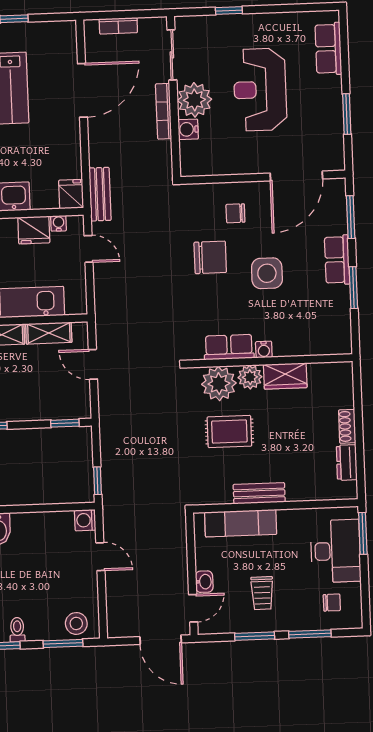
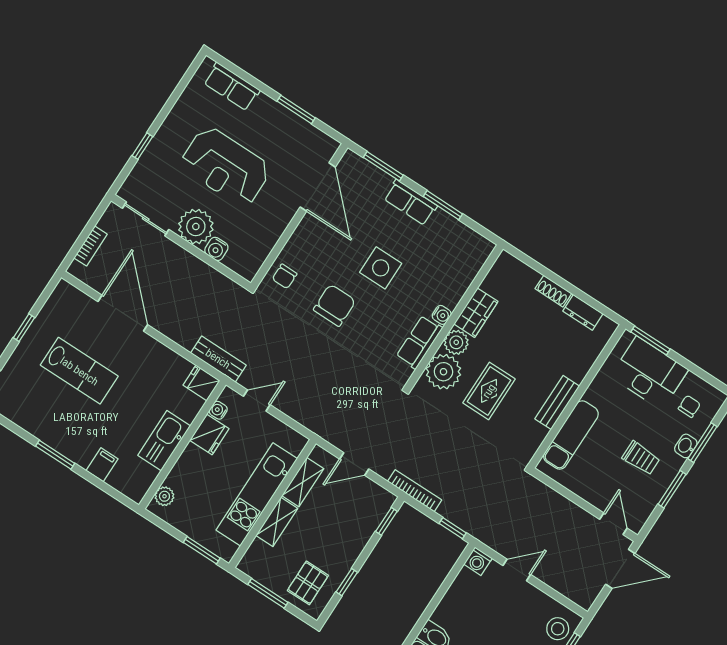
bookcase: (164, 111) -> (415, 491), moved, turned 180
chair: (235, 213) -> (285, 276), moved
washbasin: (204, 582) -> (686, 446), moved, turned -90

